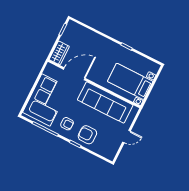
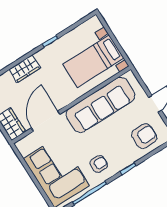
wardrobe: (99, 41) -> (25, 69), added
armchair: (87, 135) -> (144, 136), moved, turned 180

